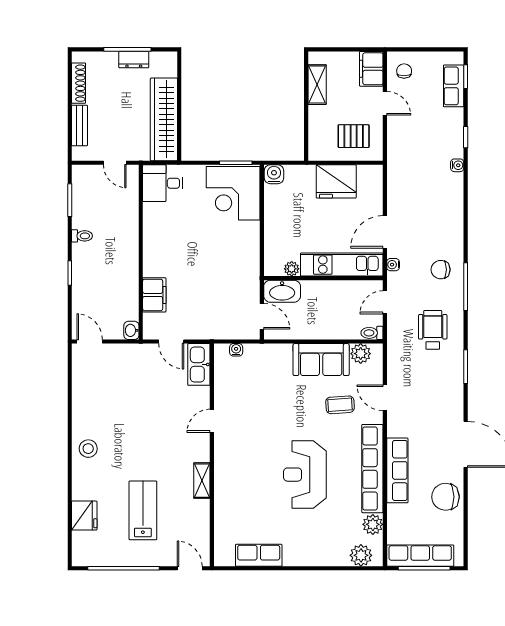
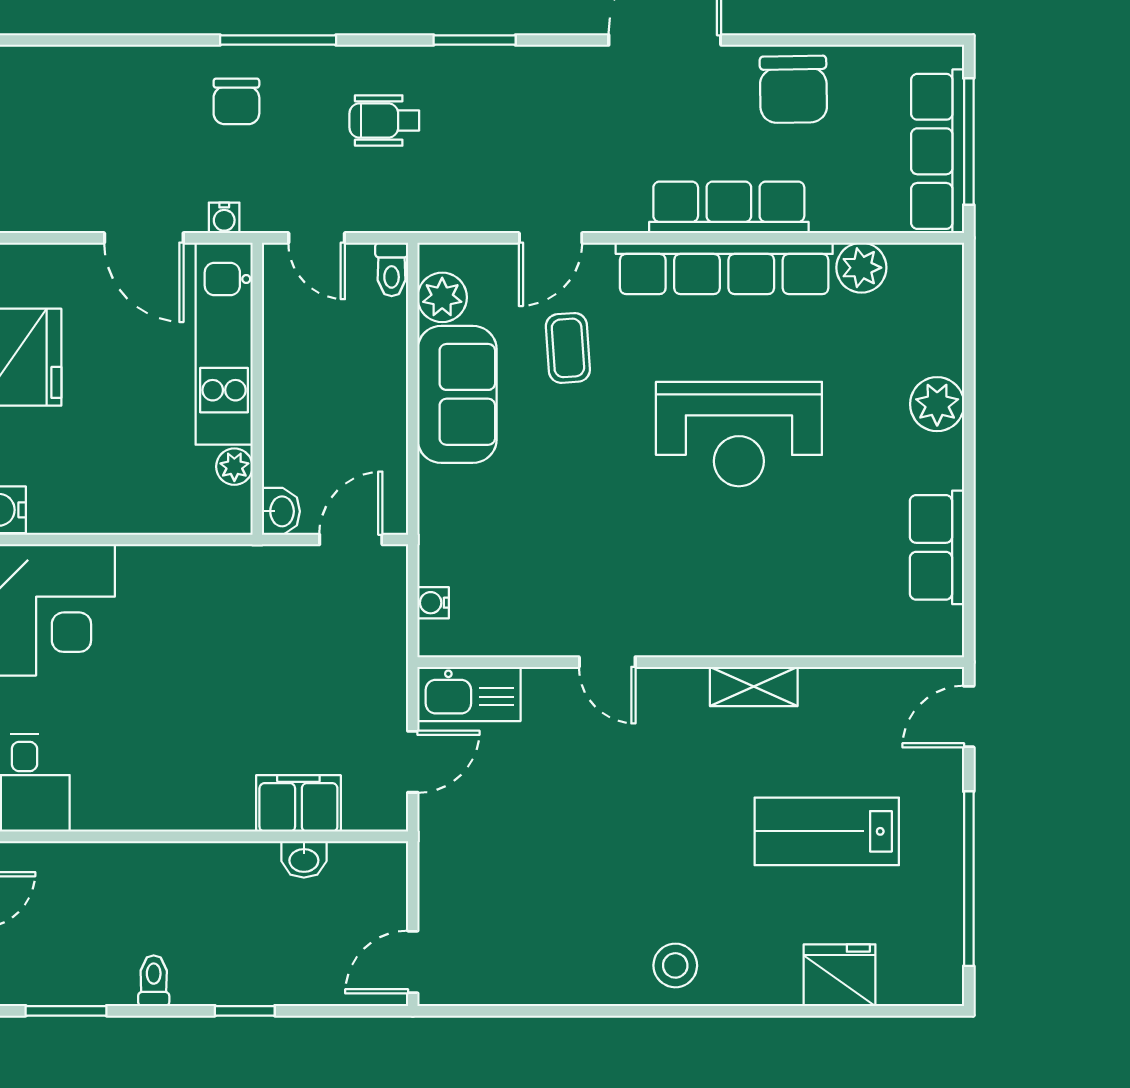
washbasin: (282, 291) -> (281, 511), width x0.52, depth x0.69
washbasin: (131, 330) -> (304, 859), moved
wheelchair: (433, 330) -> (384, 121), width x0.73, depth x0.73
plant: (361, 555) -> (937, 404), moved

